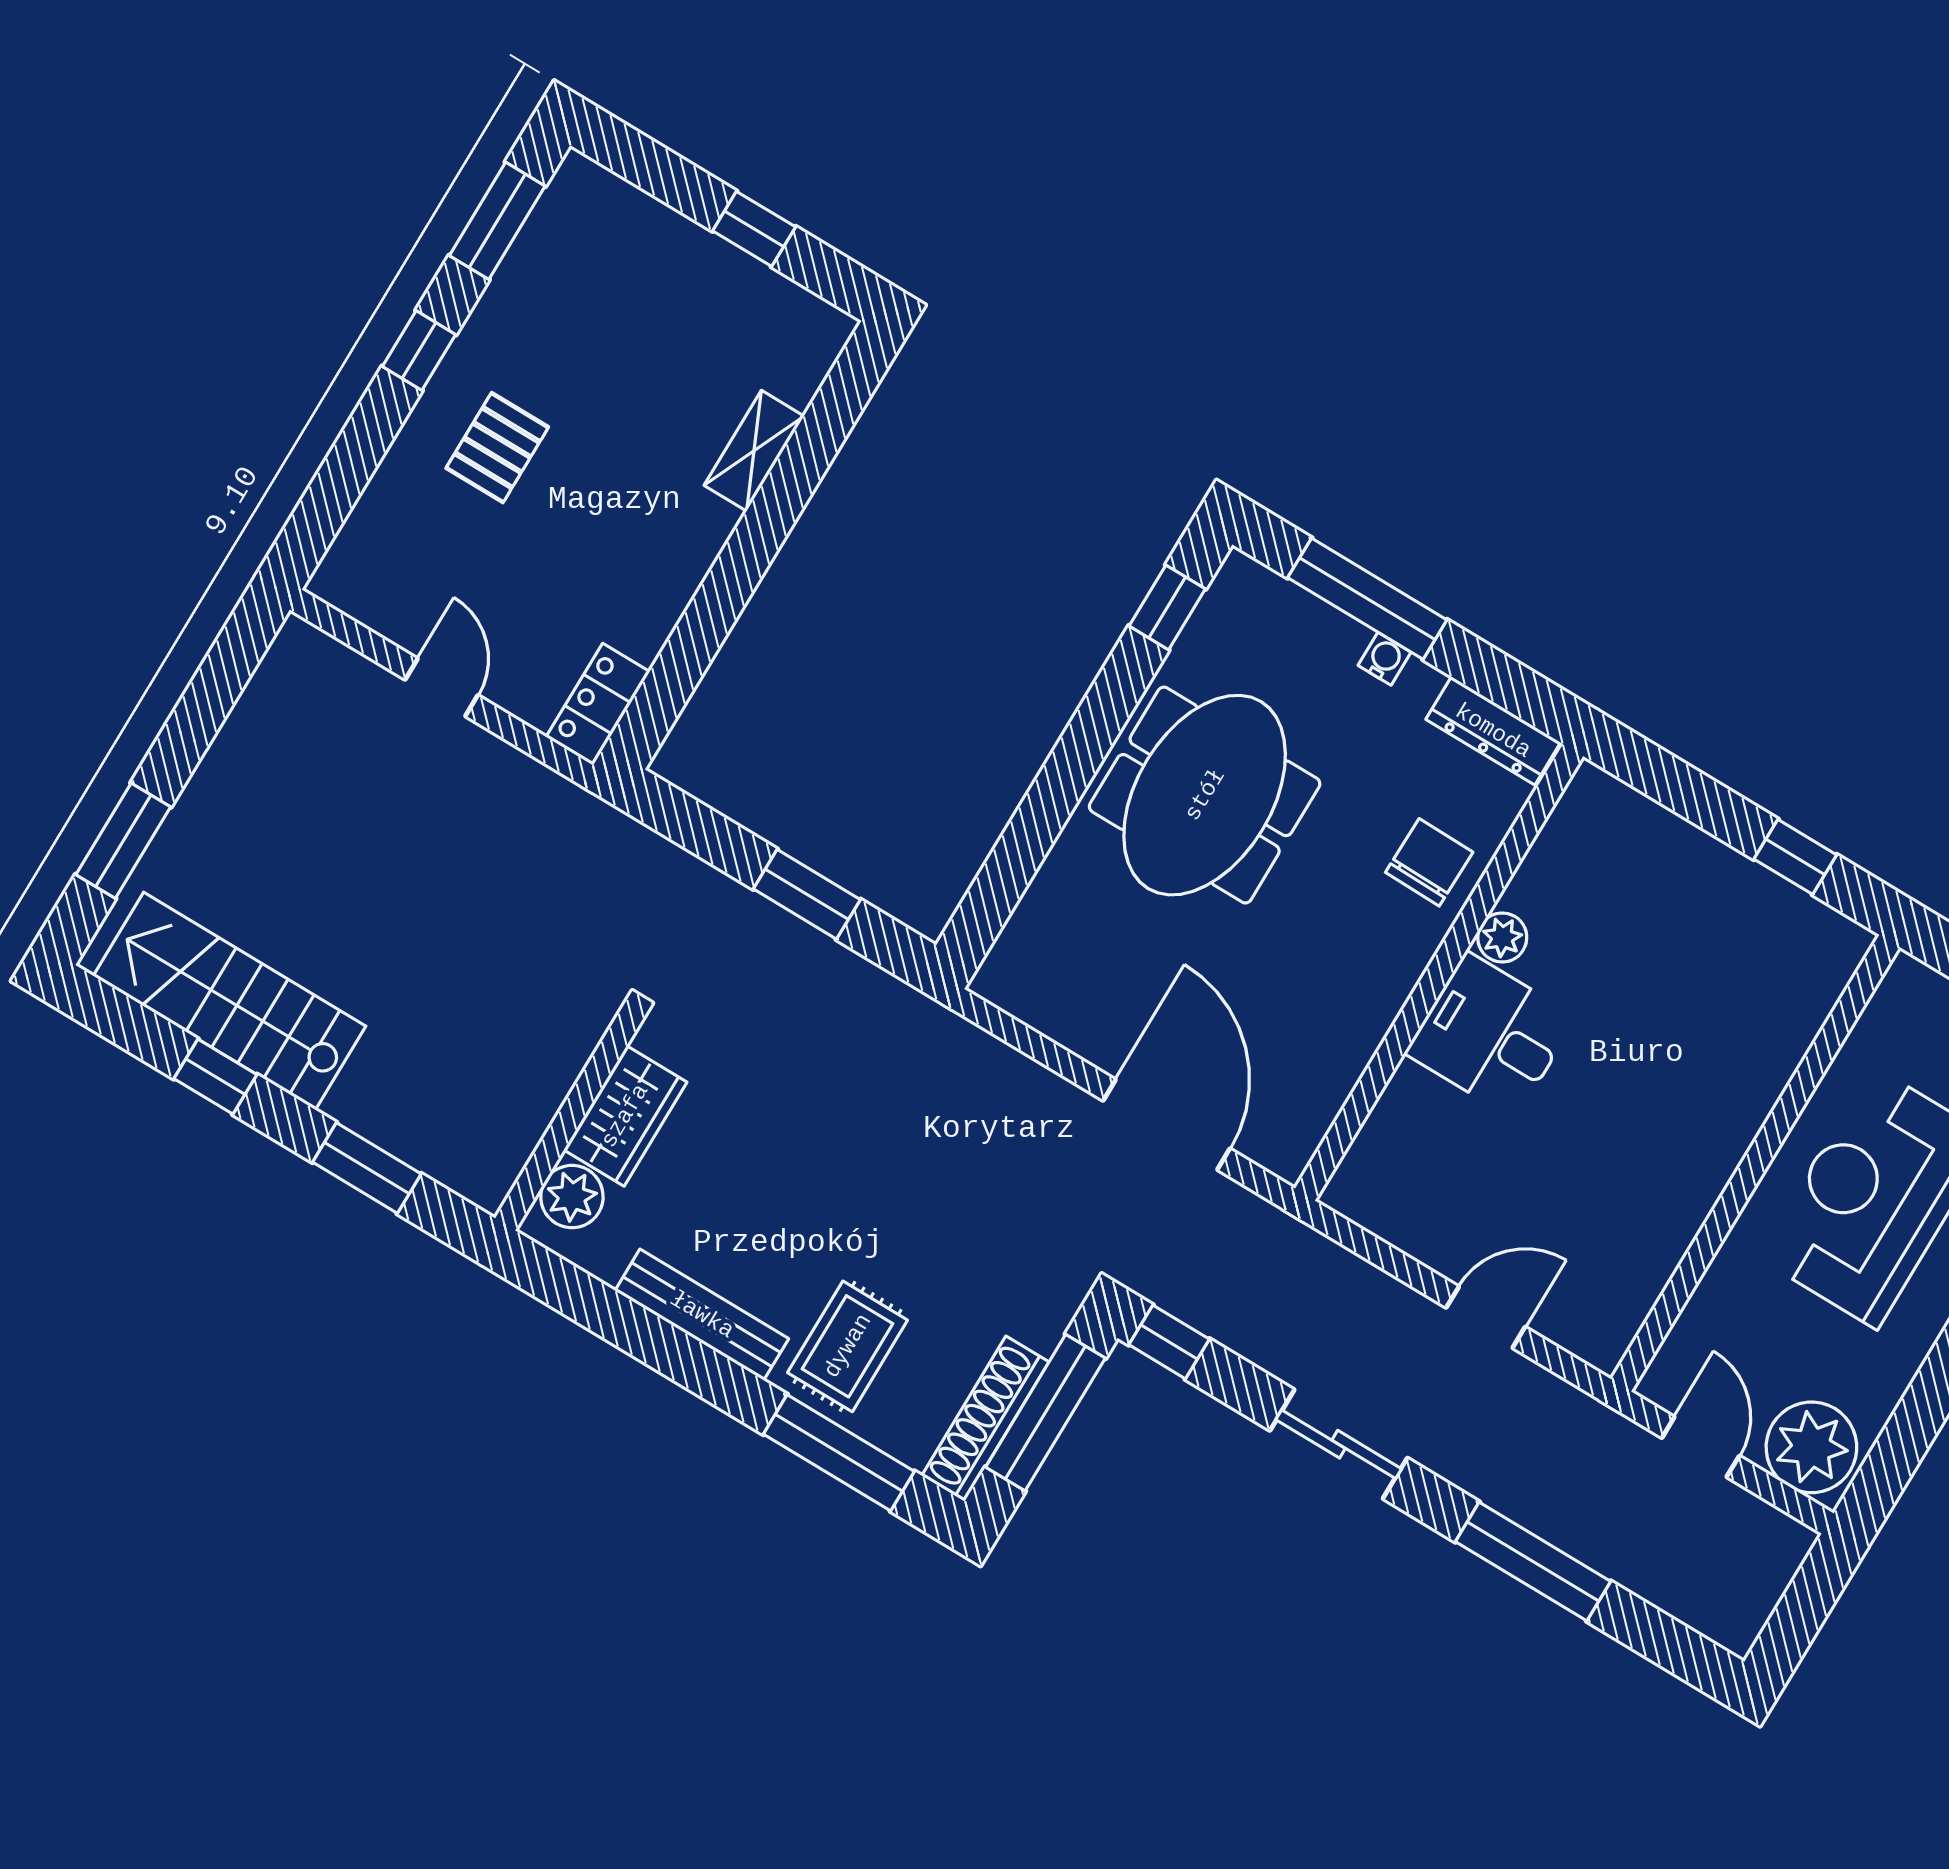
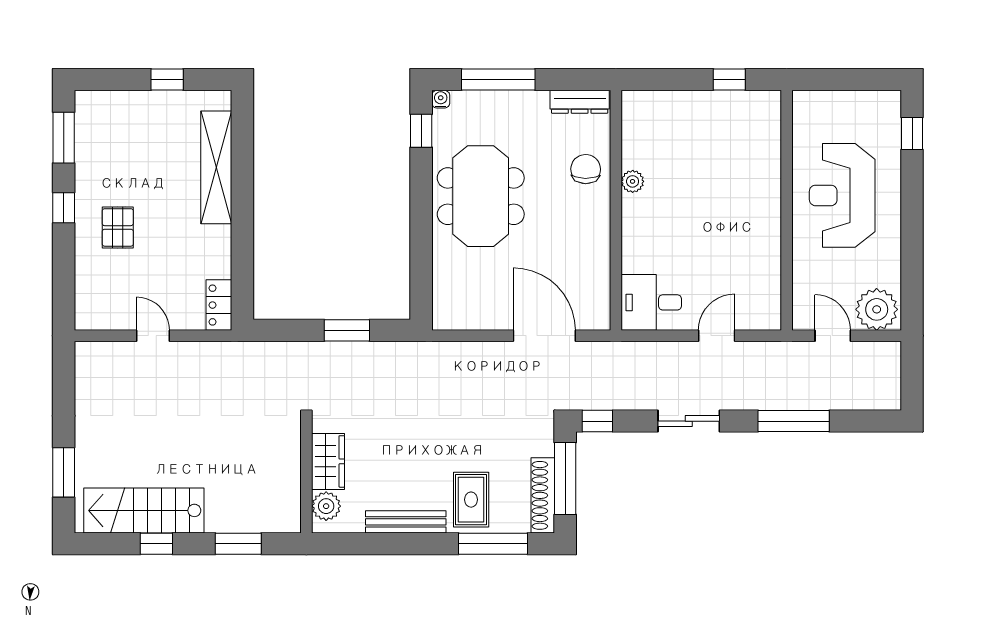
shelving: (754, 451) -> (216, 167), width x2.20, depth x1.33
water cooler: (1384, 659) -> (441, 99), moved
desk: (1491, 1035) -> (651, 302), moved

